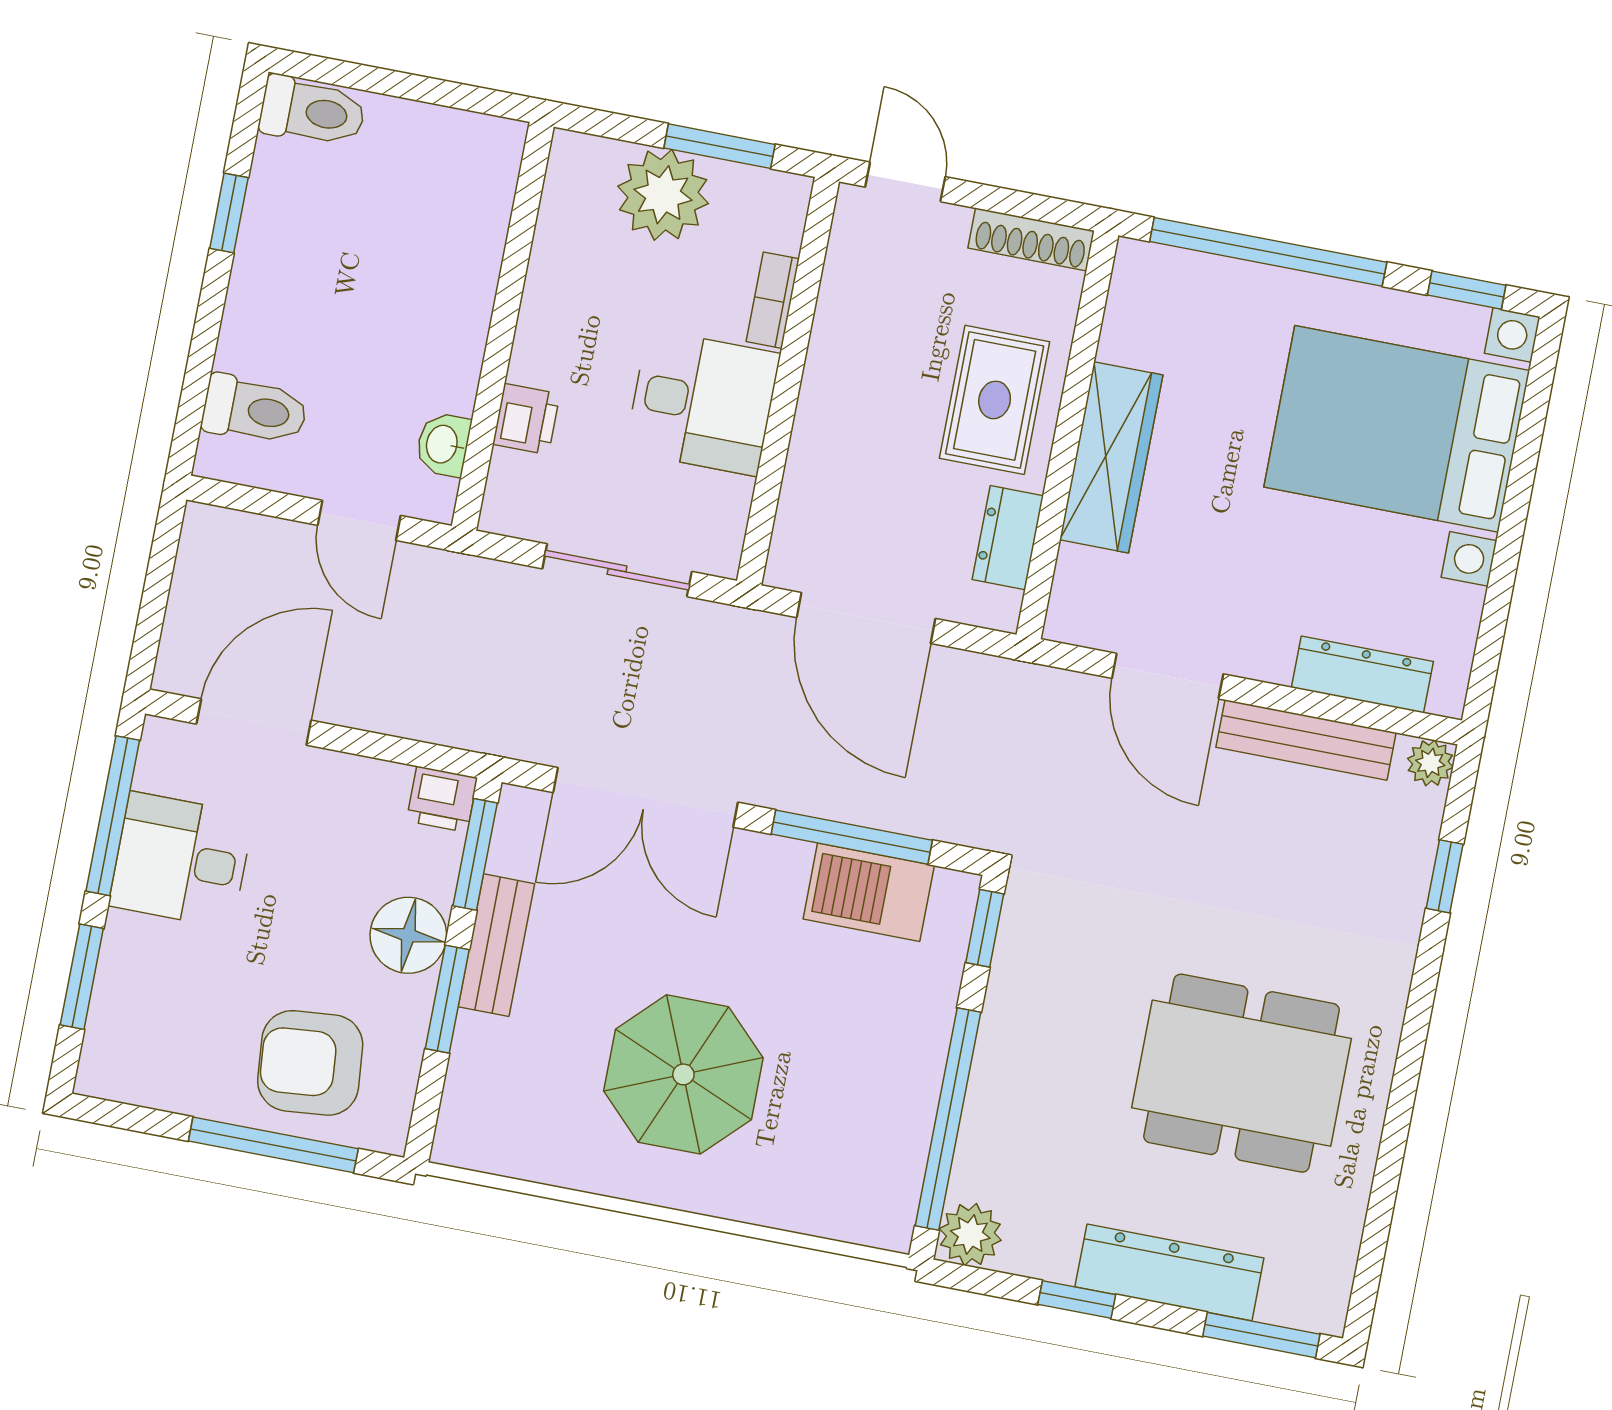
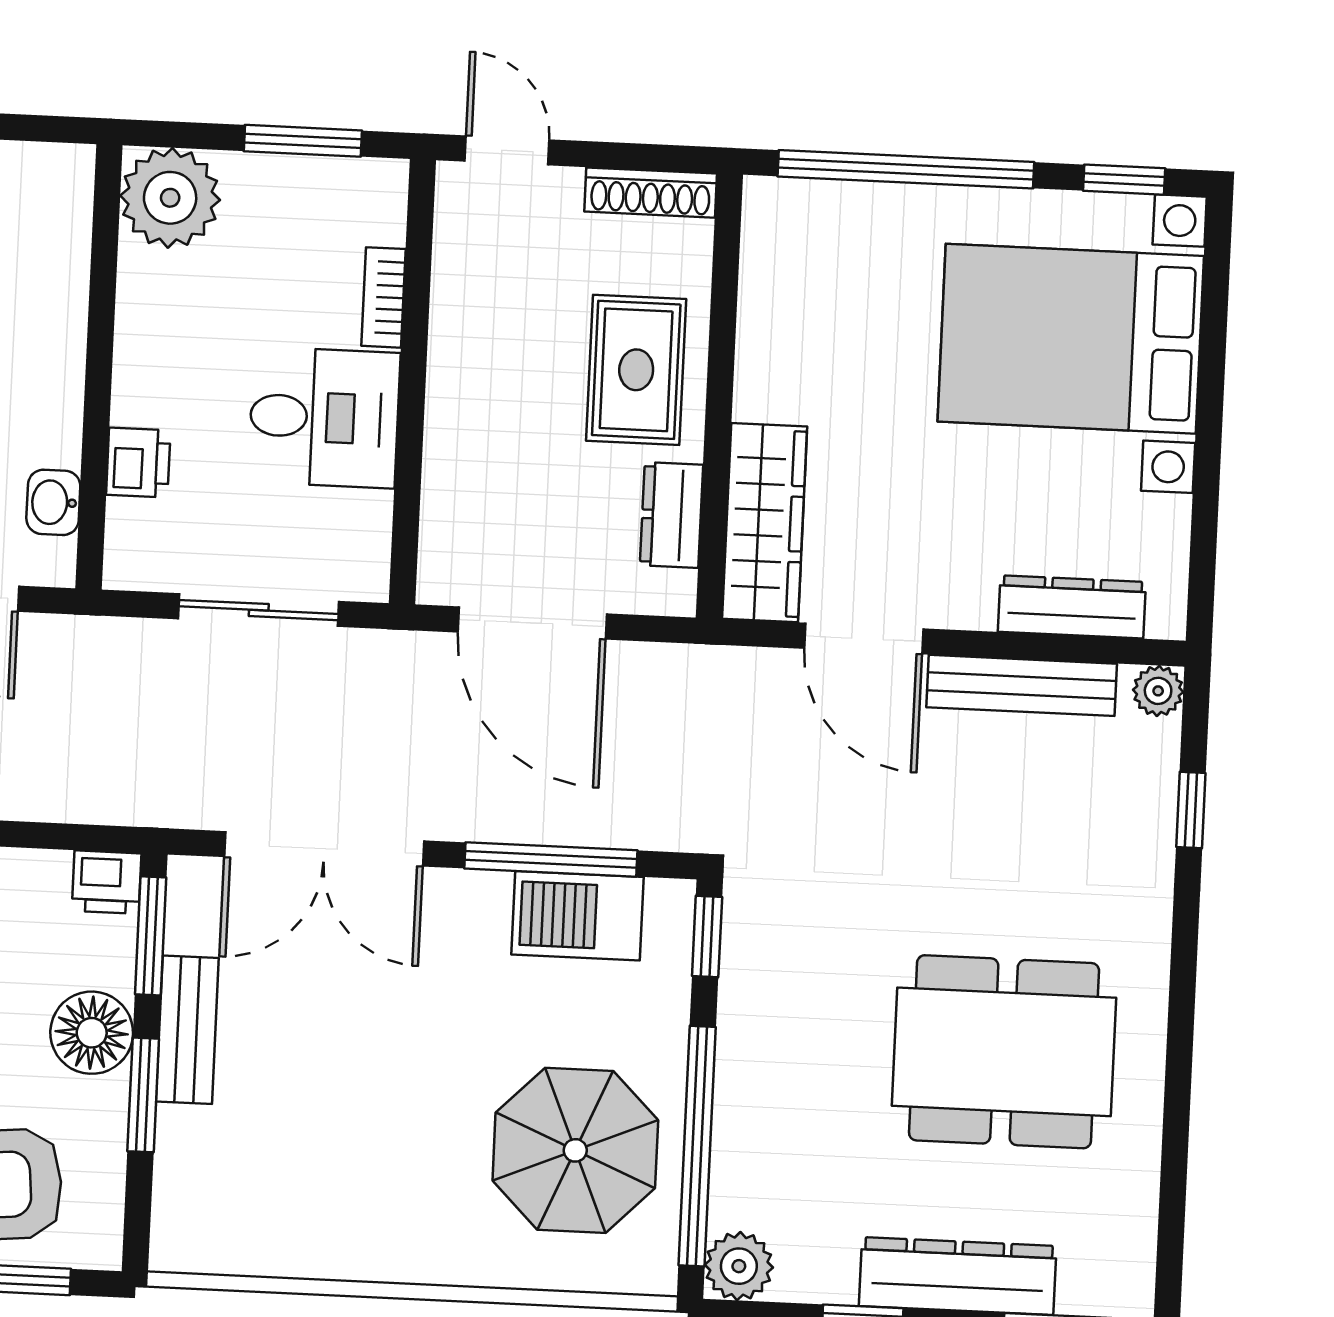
plant: (663, 195) -> (170, 198), moved
wardrobe: (1111, 457) -> (765, 523), moved
parasol: (683, 1074) -> (575, 1150), moved

